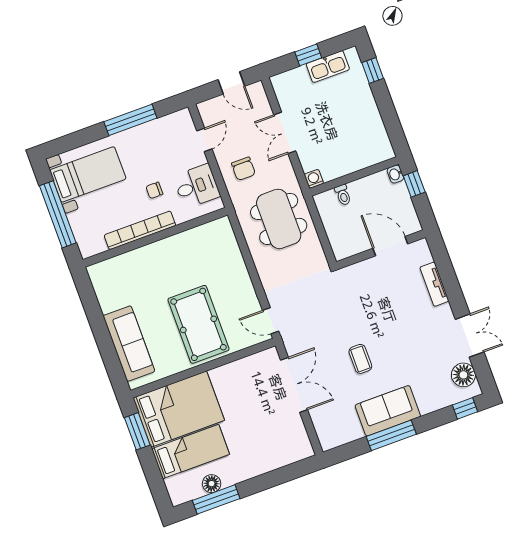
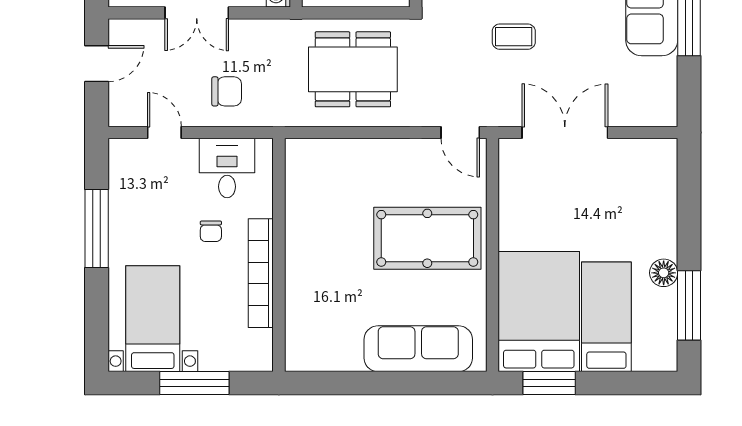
window: (58, 214) -> (194, 383), width x0.68
dining table: (279, 219) -> (353, 69), moved
door: (271, 321) -> (460, 132), hinge flipped
coffee table: (360, 359) -> (514, 37), moved
floor lamp: (212, 484) -> (664, 273), moved

